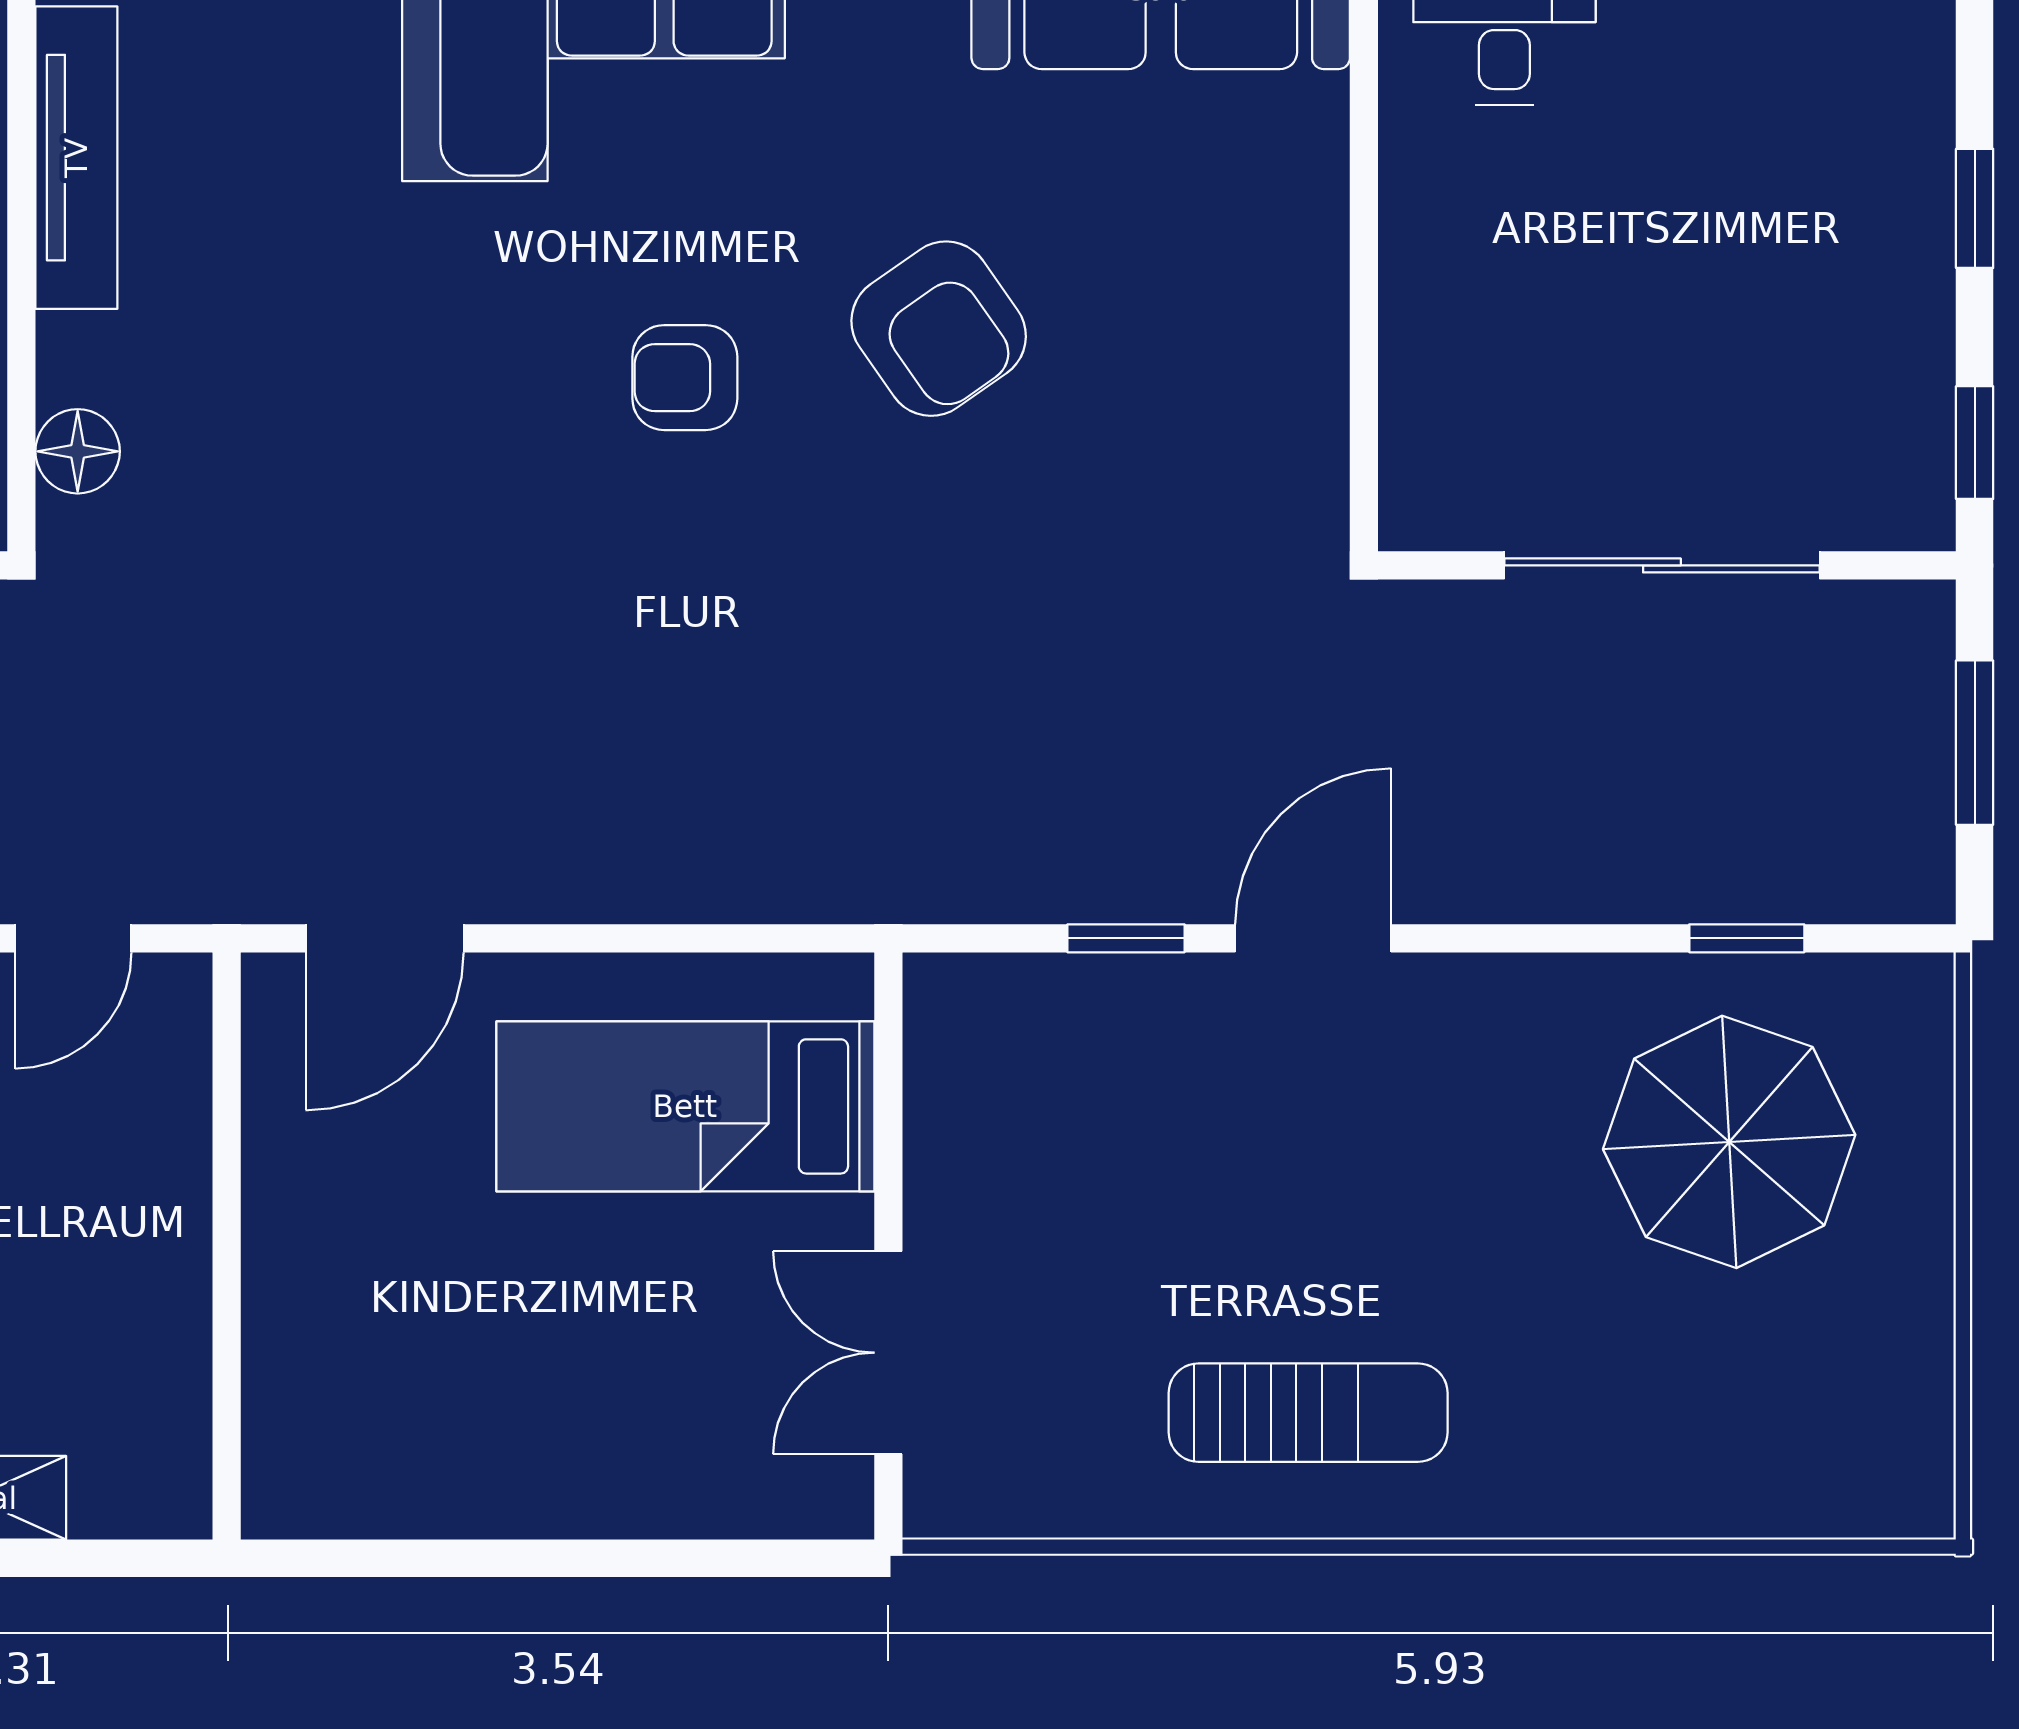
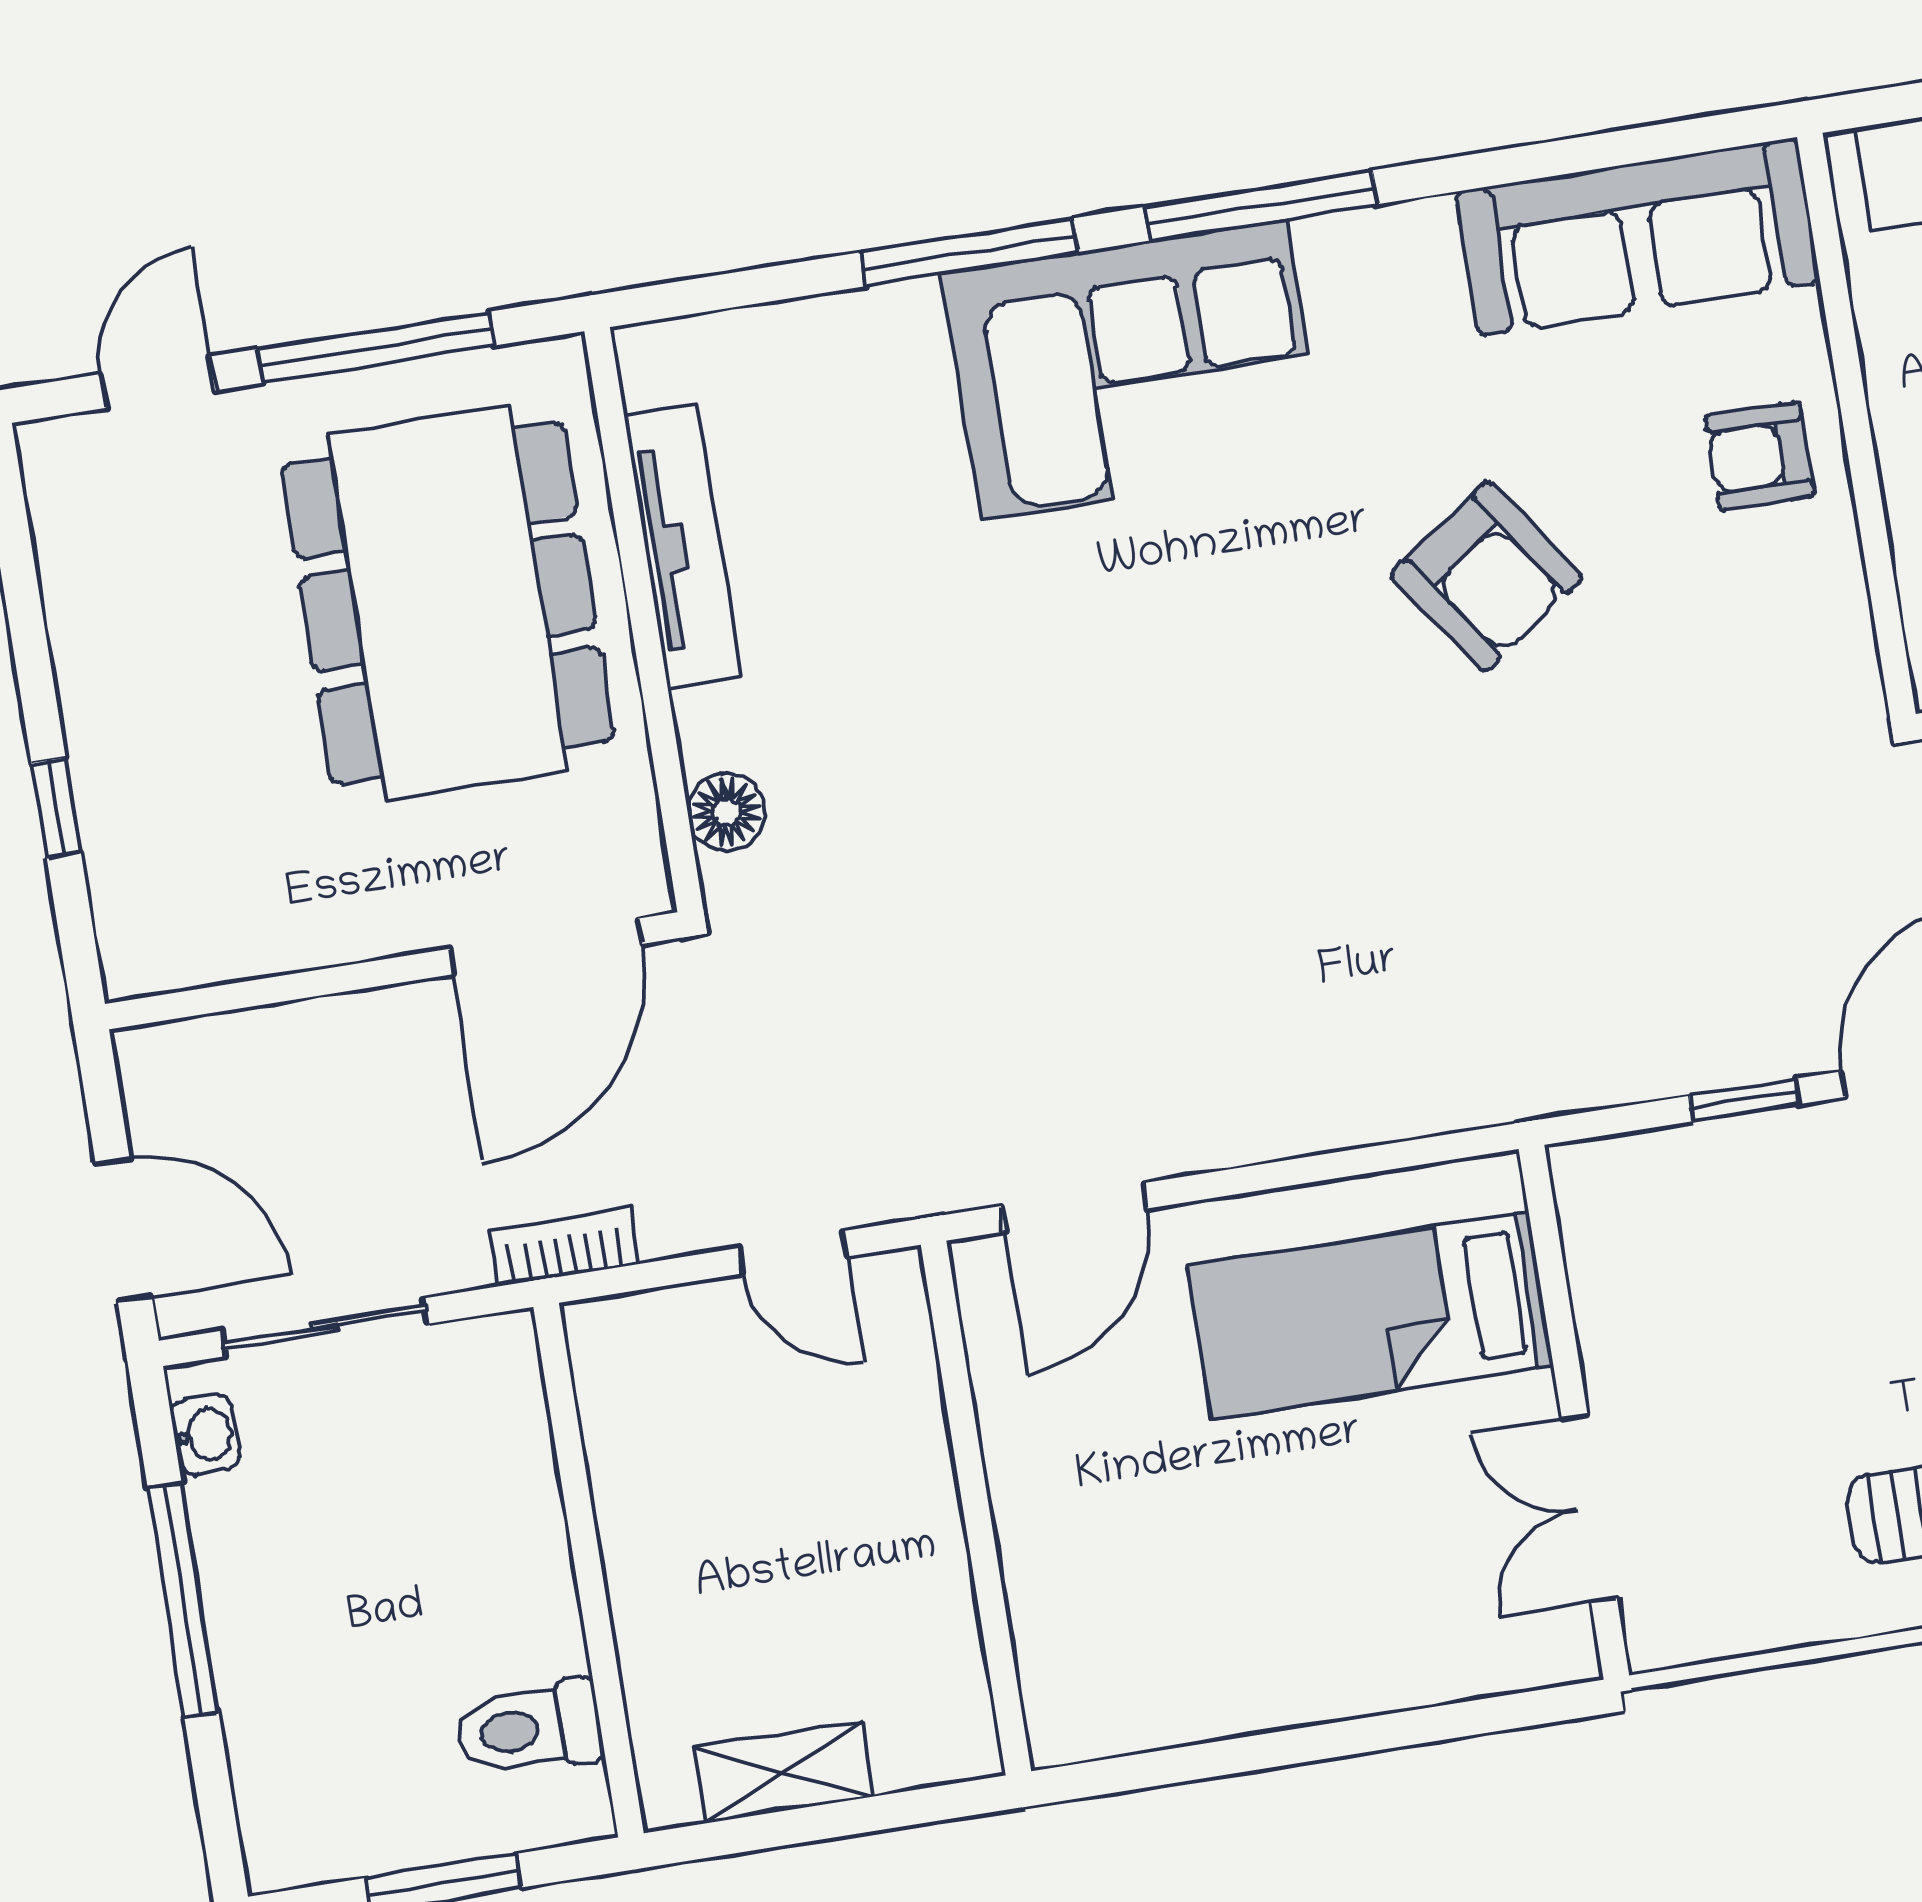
armchair: (685, 378) -> (1760, 456), moved
door: (73, 938) -> (793, 1252), hinge flipped

